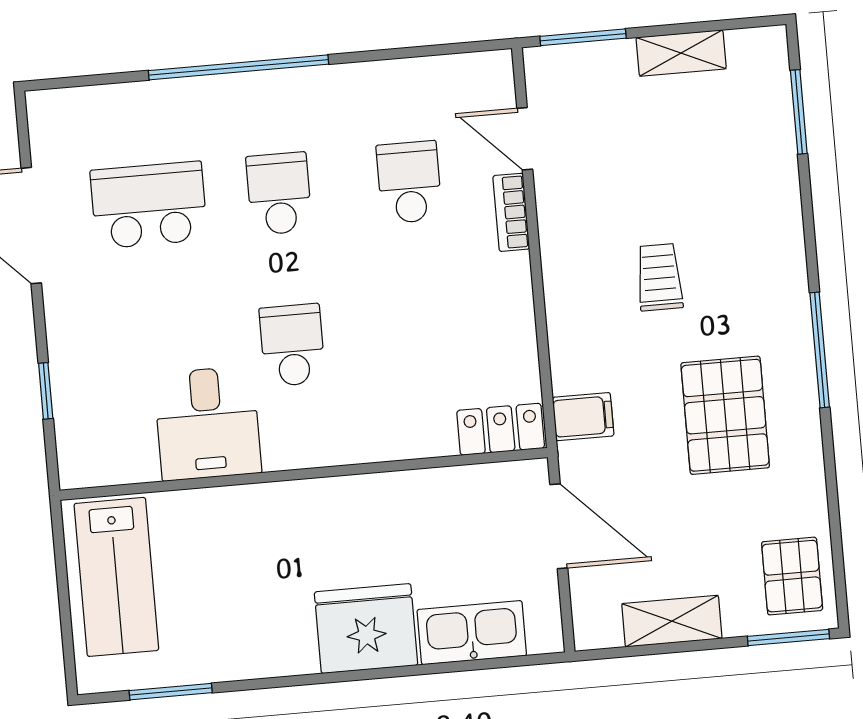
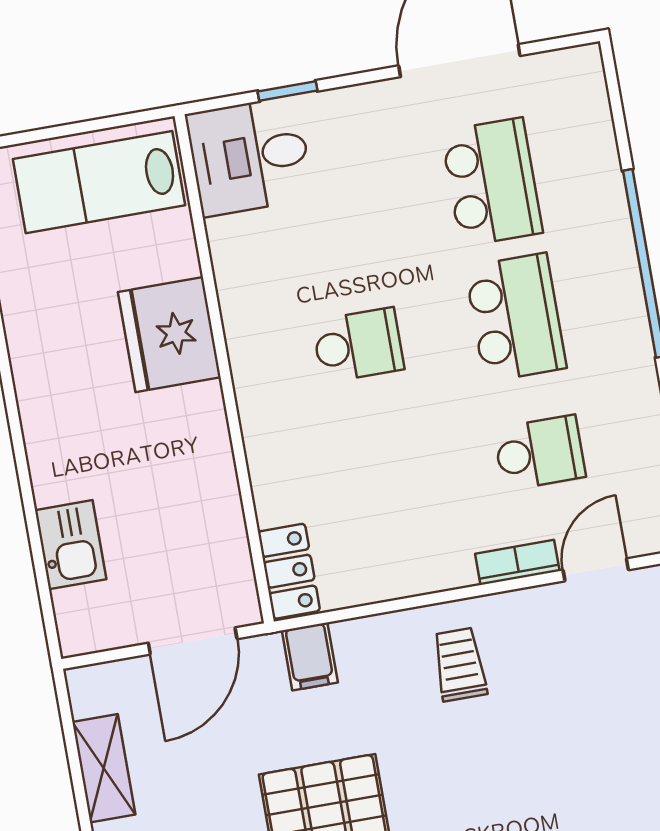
school desk: (279, 194) -> (516, 317), width x1.85
trolley: (659, 277) -> (460, 664), moved, turned -90
desk: (208, 423) -> (249, 156), moved
fridge: (366, 629) -> (169, 335), moved, turned 180
kitchen sink: (472, 633) -> (71, 545), width x0.73

